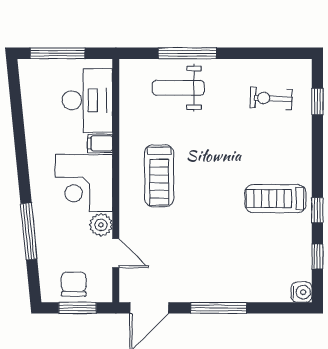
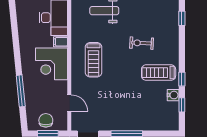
exercise bike: (271, 98) -> (142, 43), moved
plant: (101, 225) -> (61, 87), removed
water cooler: (302, 292) -> (173, 95), moved

